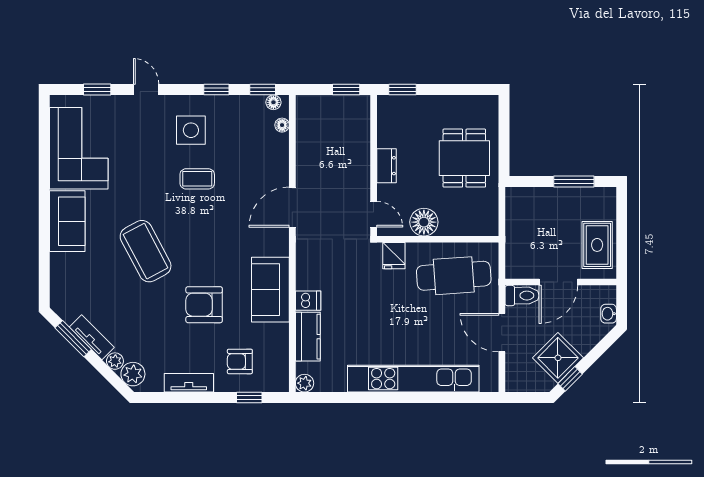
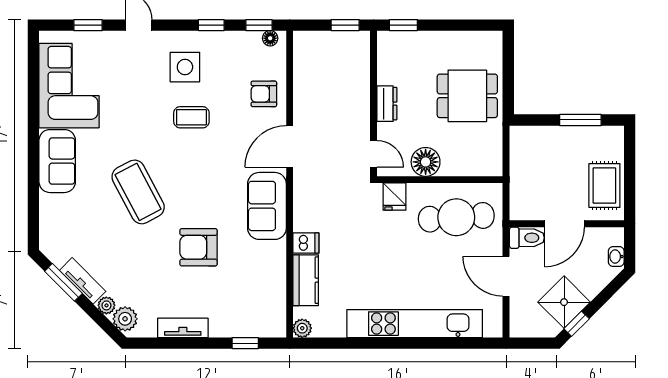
floor lamp: (282, 125) -> (279, 62), removed
dining table: (464, 158) -> (467, 96), turned 90
sofa: (270, 290) -> (267, 206), moved
armchair: (240, 361) -> (264, 94), moved

